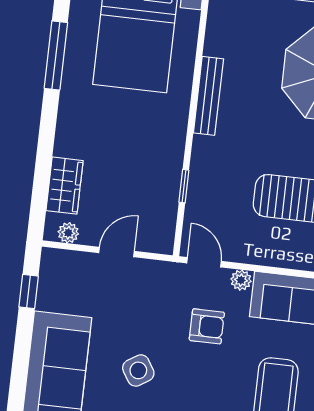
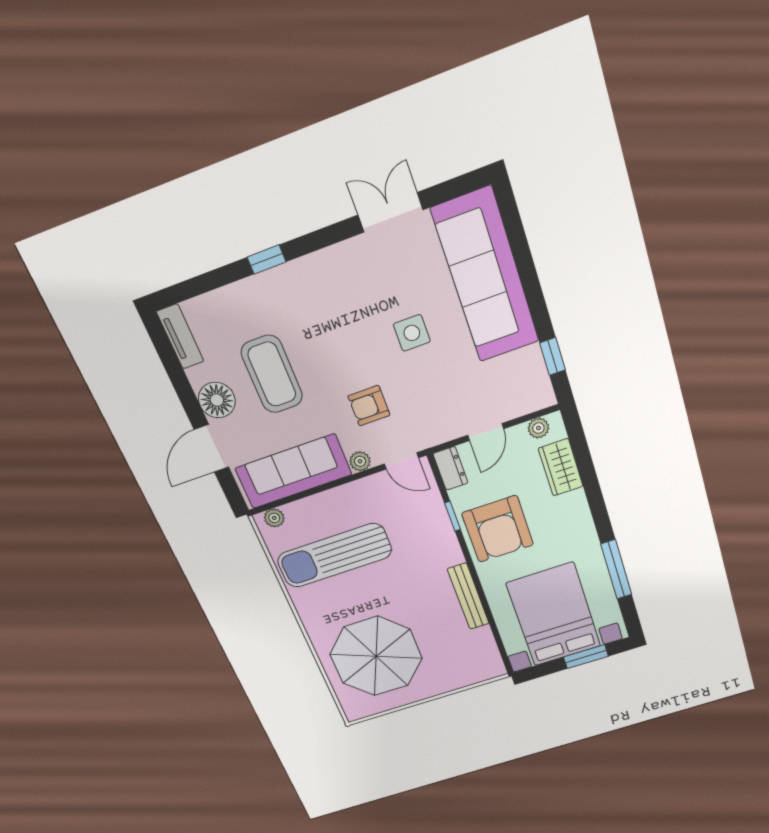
armchair: (148, 153) -> (498, 529), added
dresser: (164, 233) -> (451, 468), added
side table: (138, 370) -> (412, 333), turned 32

